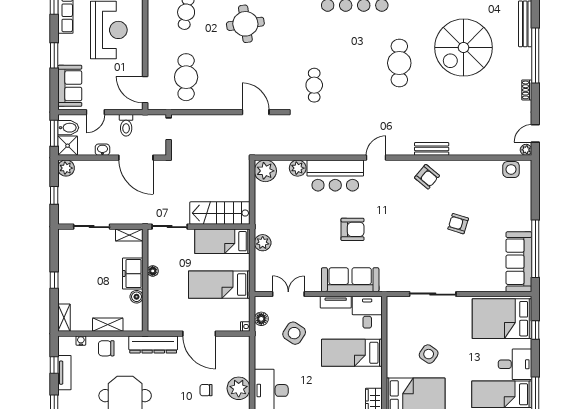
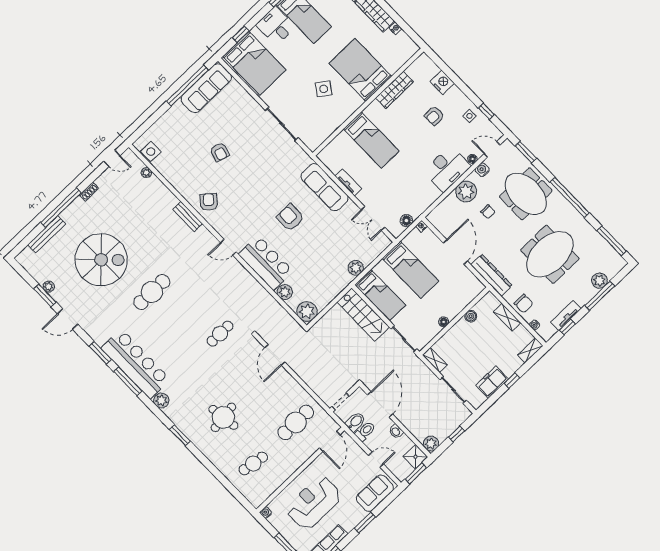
bidet: (68, 128) -> (355, 422), moved, turned 90
plant: (526, 150) -> (146, 173), moved
freezer: (133, 274) -> (492, 382), moved, turned 180
desk: (367, 312) -> (335, 155), removed
side table: (294, 333) -> (395, 190), removed

